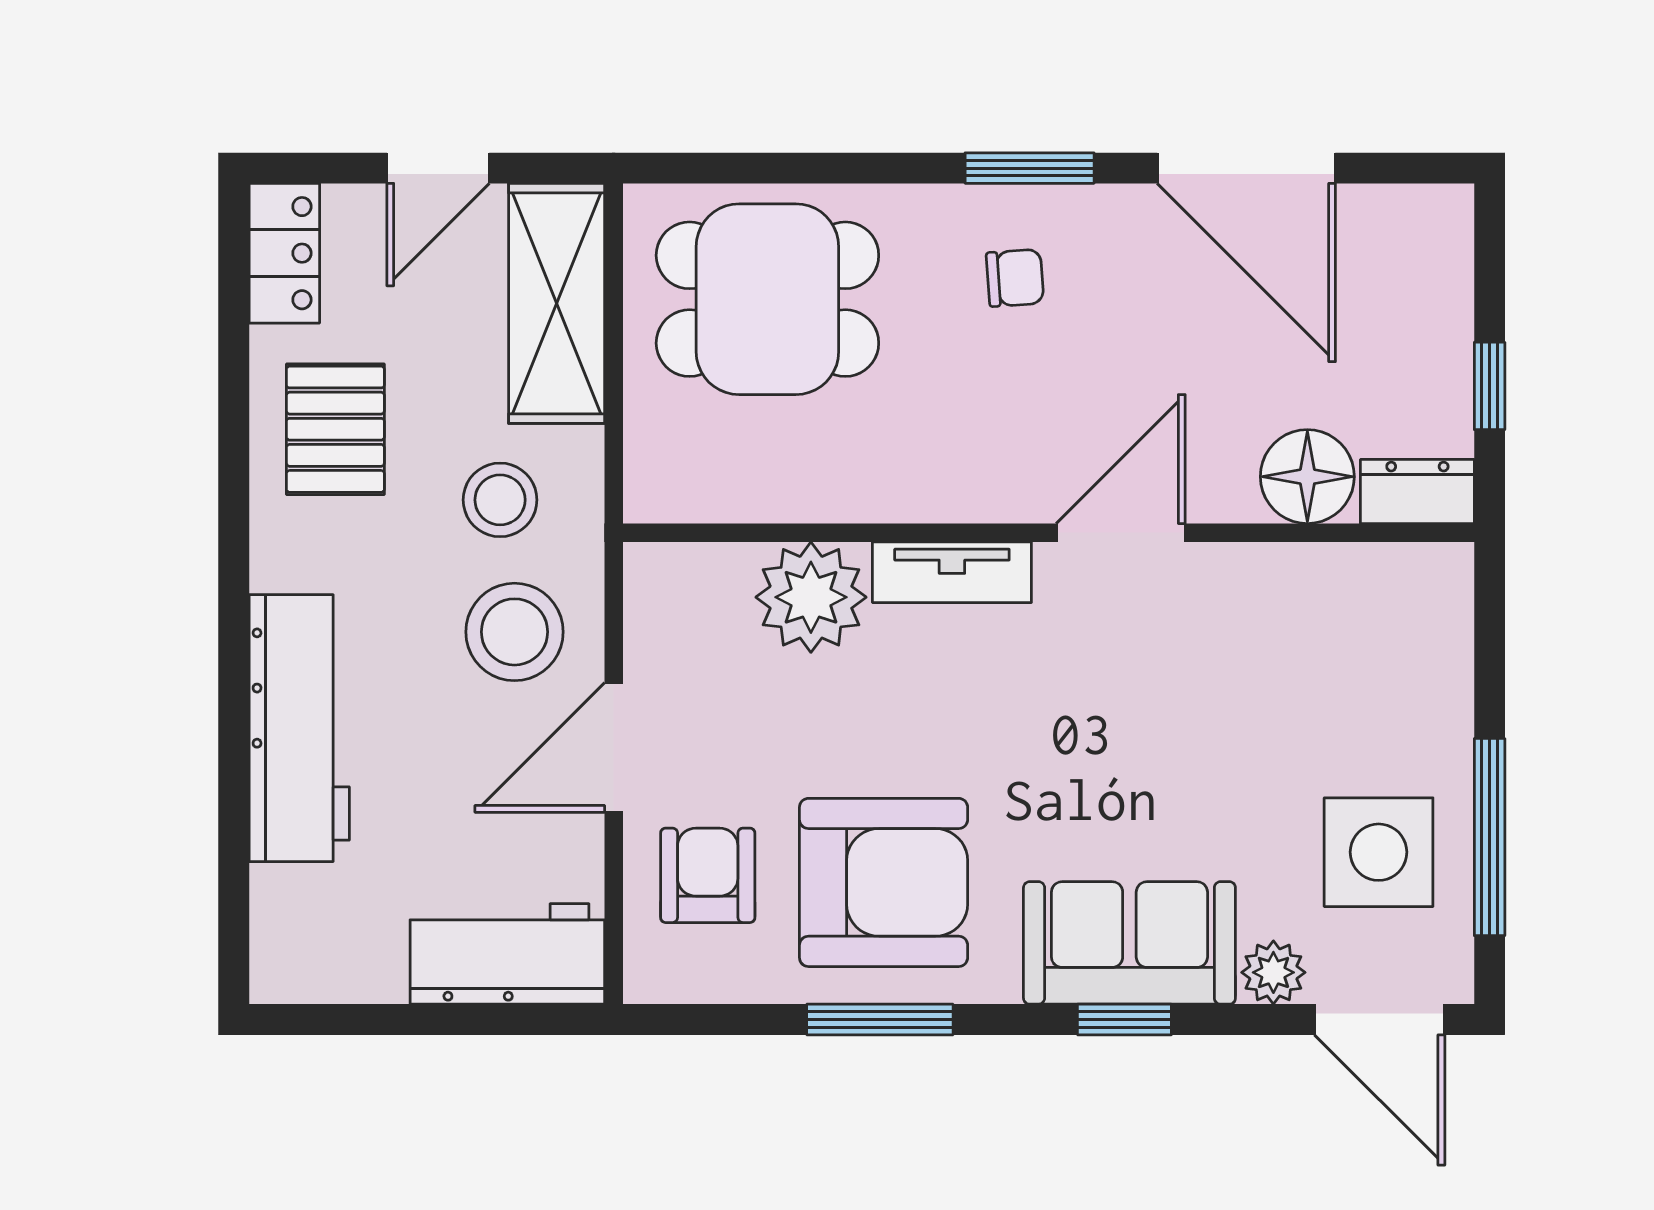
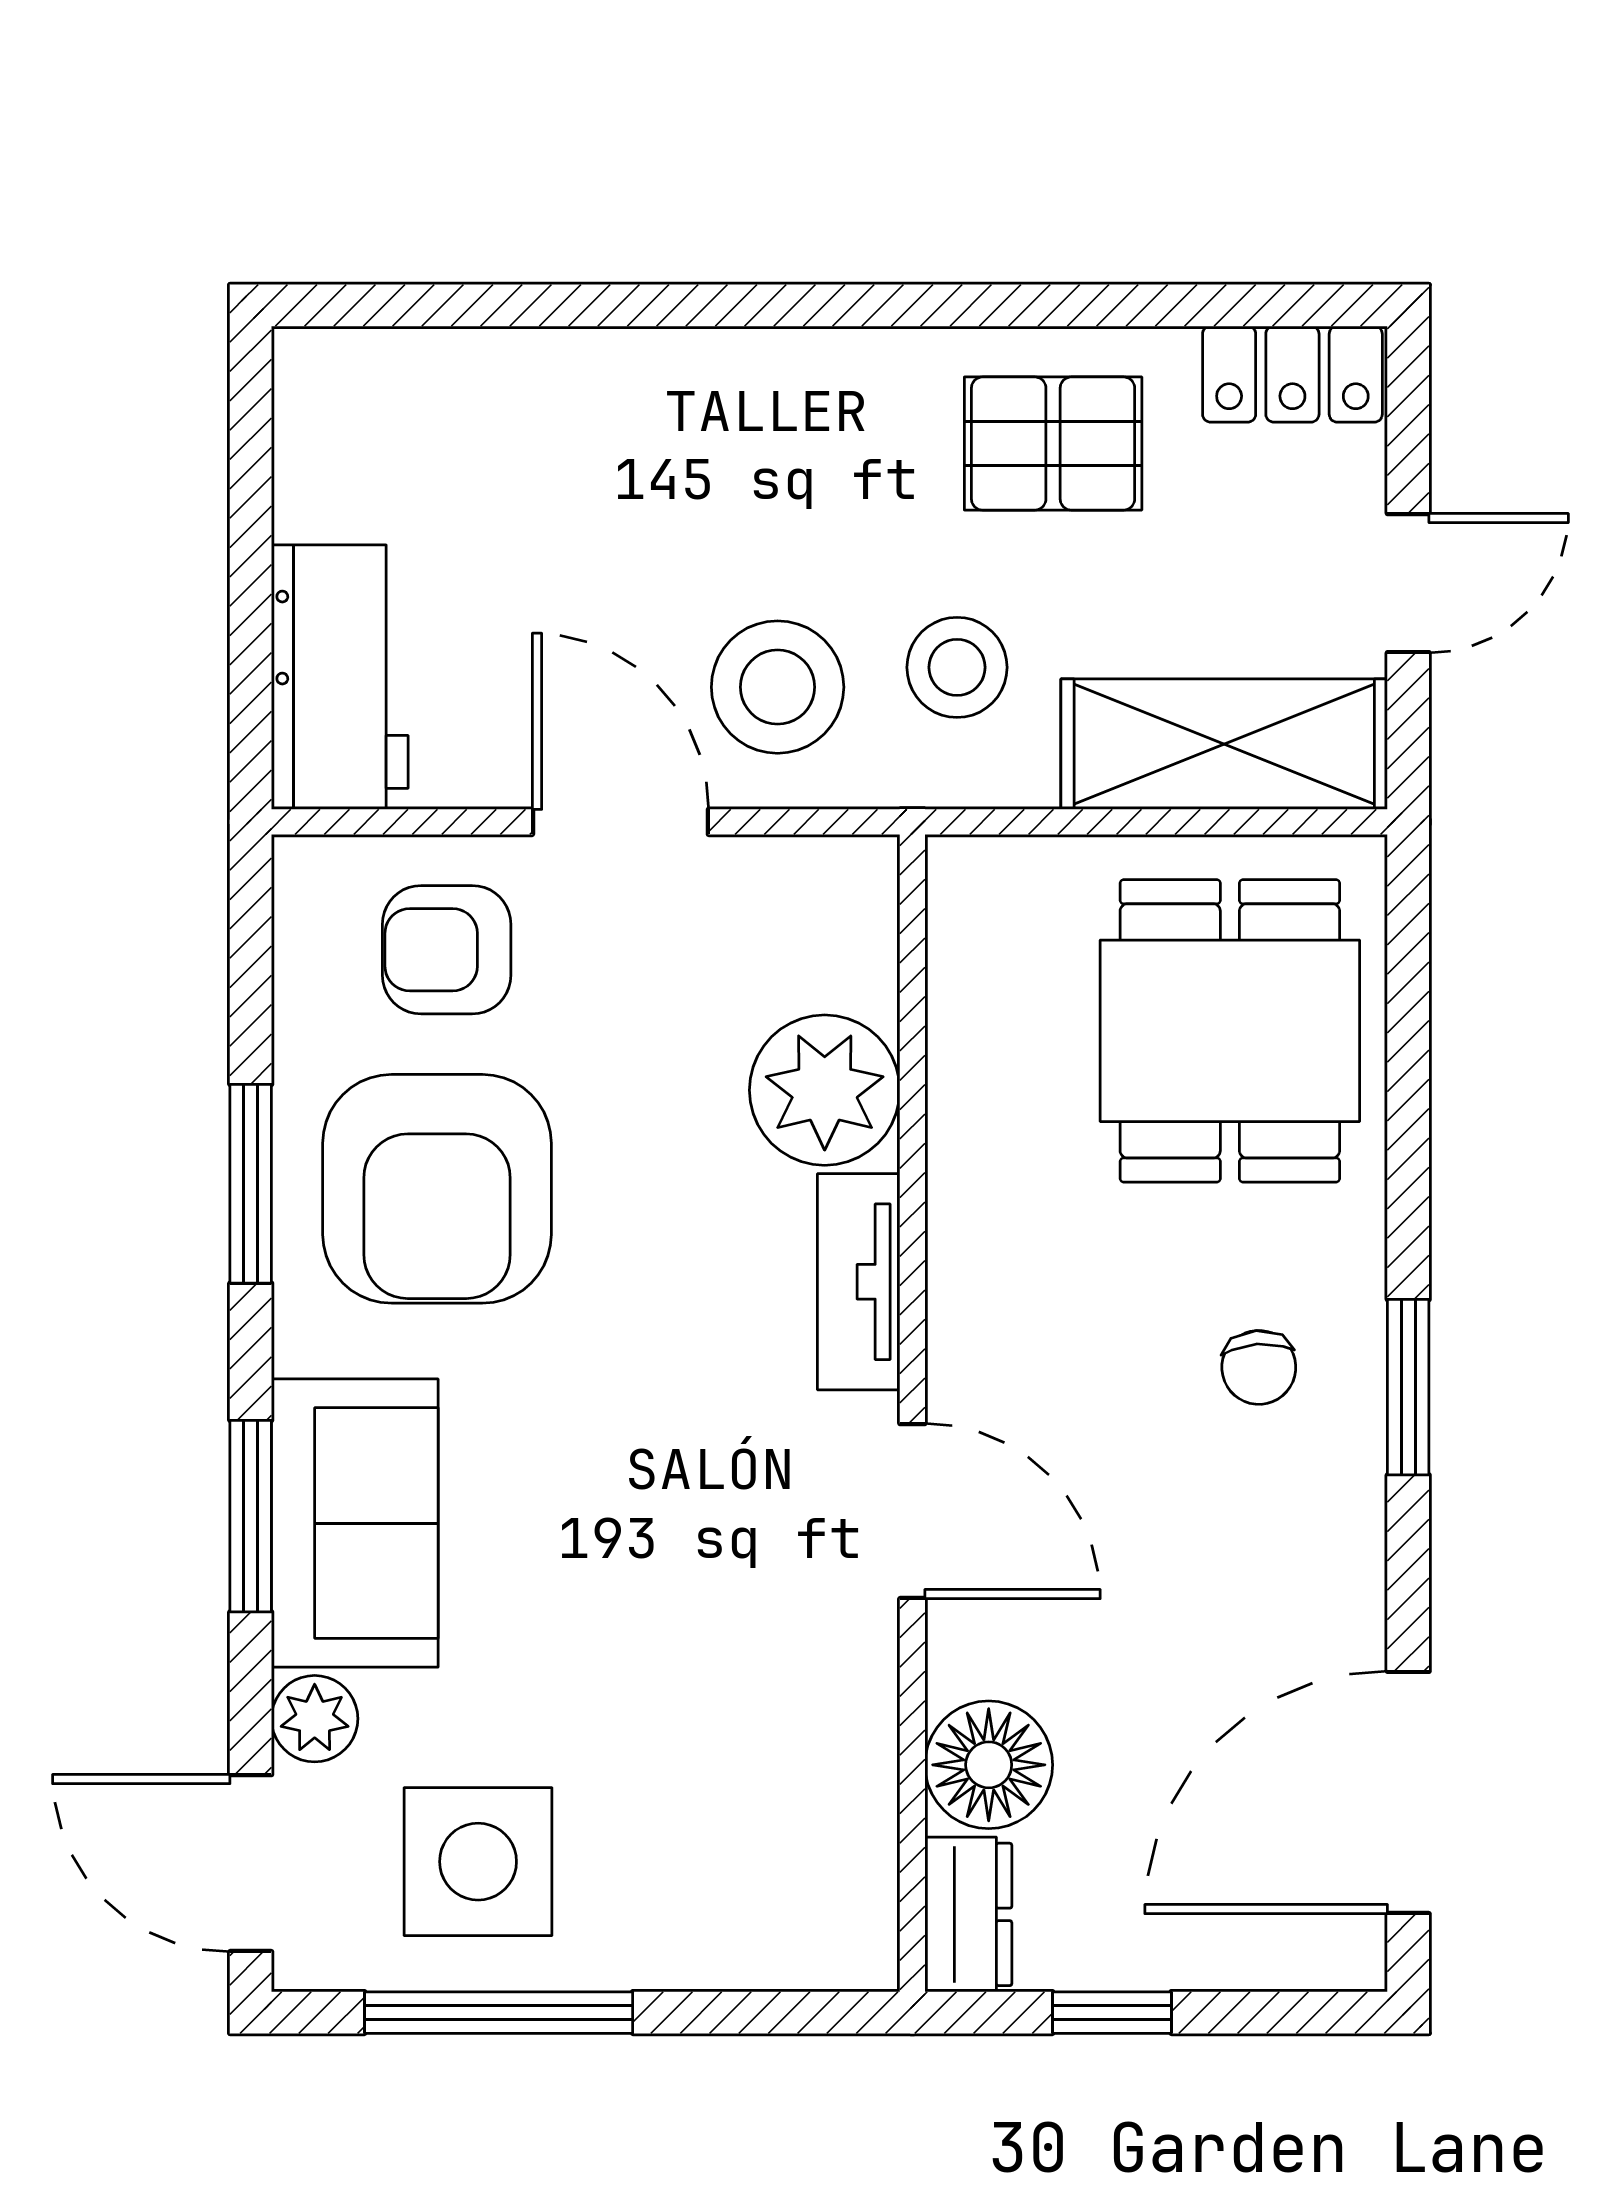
door: (438, 168) -> (1408, 583), swing flipped
door: (1246, 168) -> (1408, 1792), moved
workbench: (299, 728) -> (647, 394), removed
armchair: (708, 875) -> (447, 950), turned 180
window: (1124, 1020) -> (251, 1516), width x1.50
door: (1380, 1020) -> (251, 1863), hinge flipped

